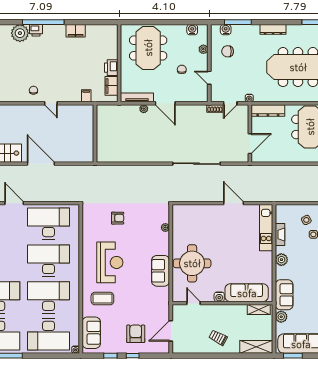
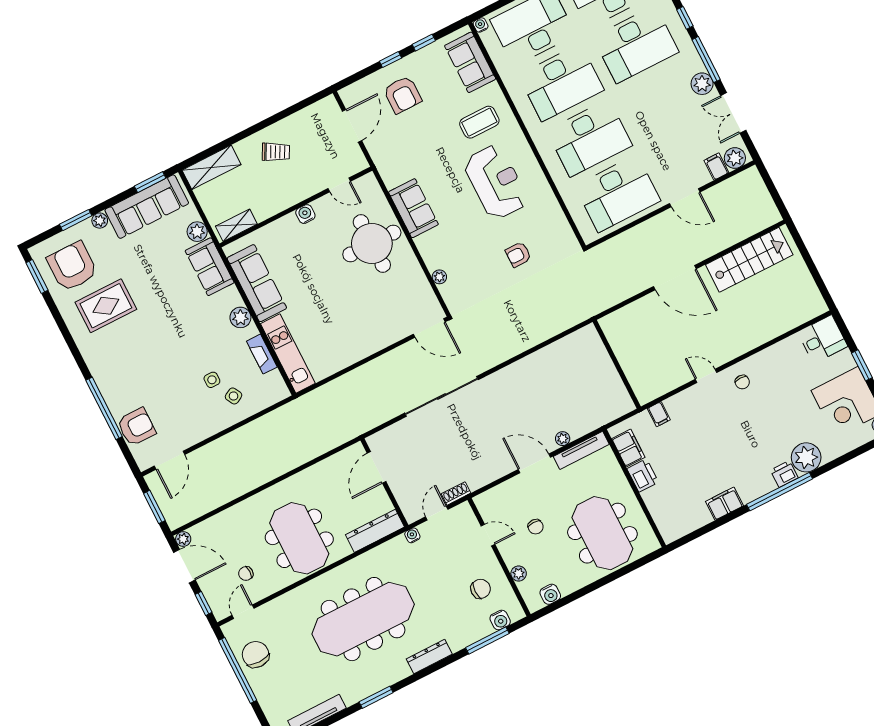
door: (234, 203) -> (429, 328), moved
reception desk: (110, 262) -> (496, 182), turned 180
sofa: (247, 293) -> (257, 283), moved, turned -90

